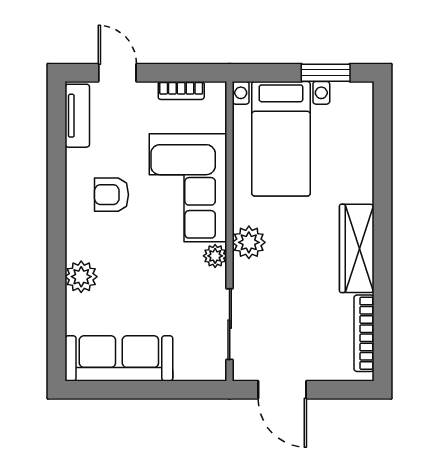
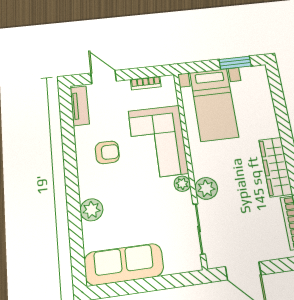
armchair: (111, 195) -> (107, 152), turned 180
plant: (249, 242) -> (206, 188), moved

